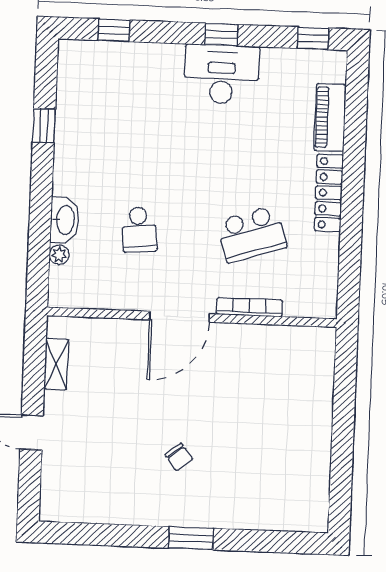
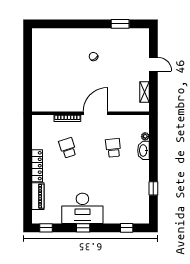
desk: (222, 74) -> (82, 208), width x1.36, depth x1.30
school desk: (252, 234) -> (68, 148), width x0.54
window: (191, 538) -> (120, 24), moved

